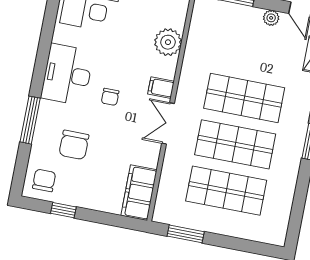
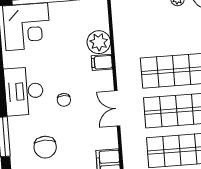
filing cabinet: (161, 88) -> (102, 62), moved

